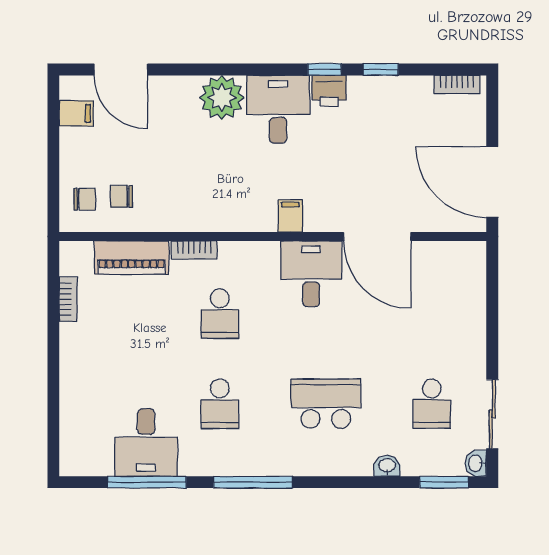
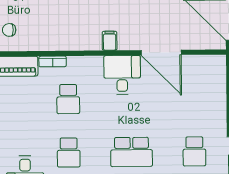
school desk: (326, 404) -> (132, 152), turned 180

